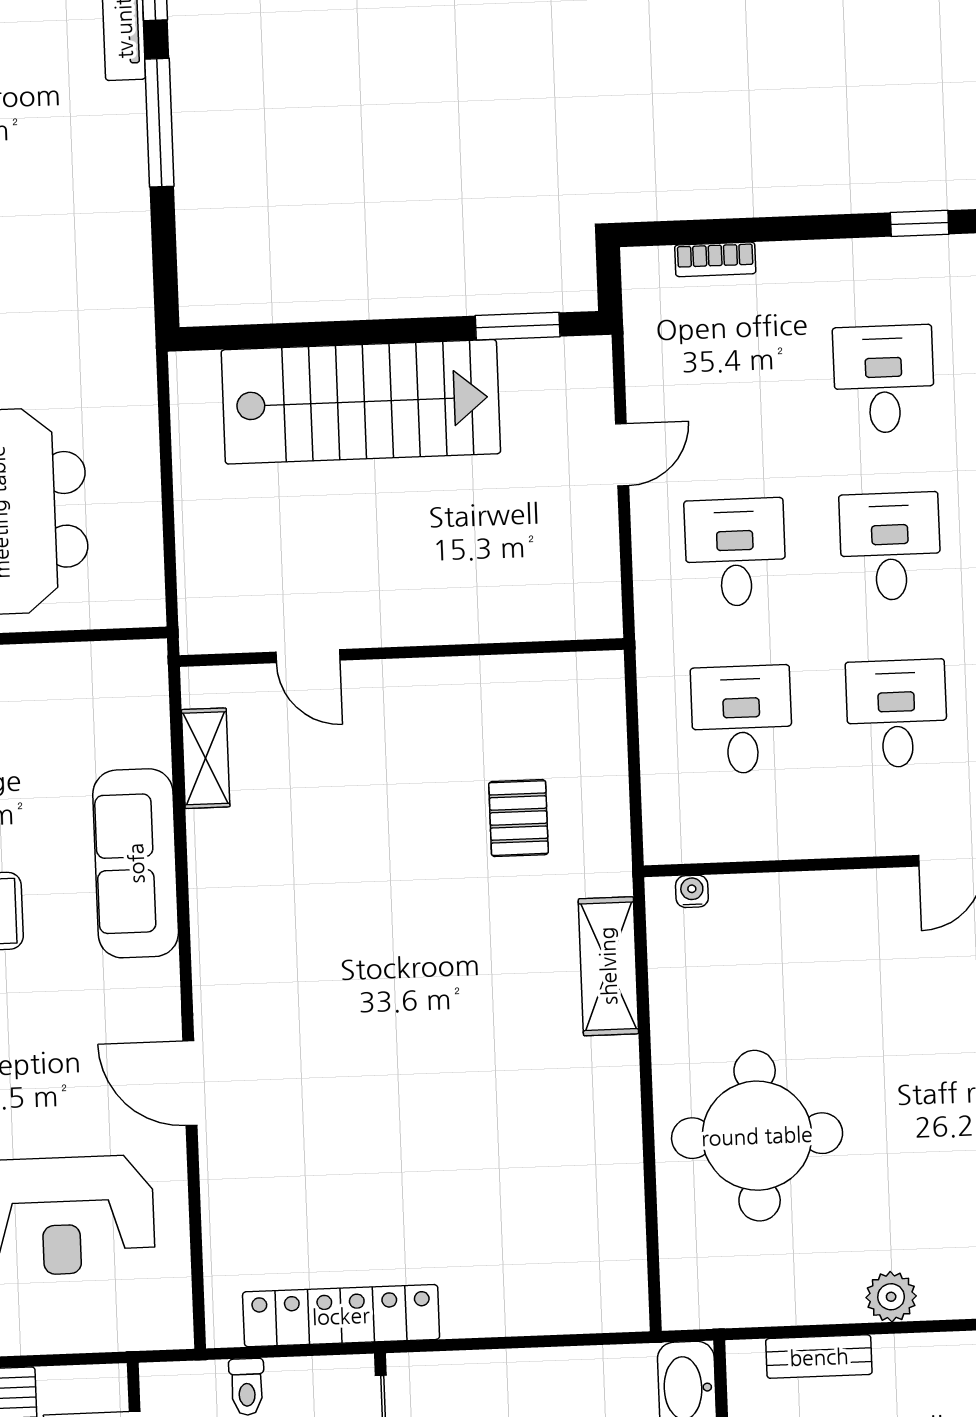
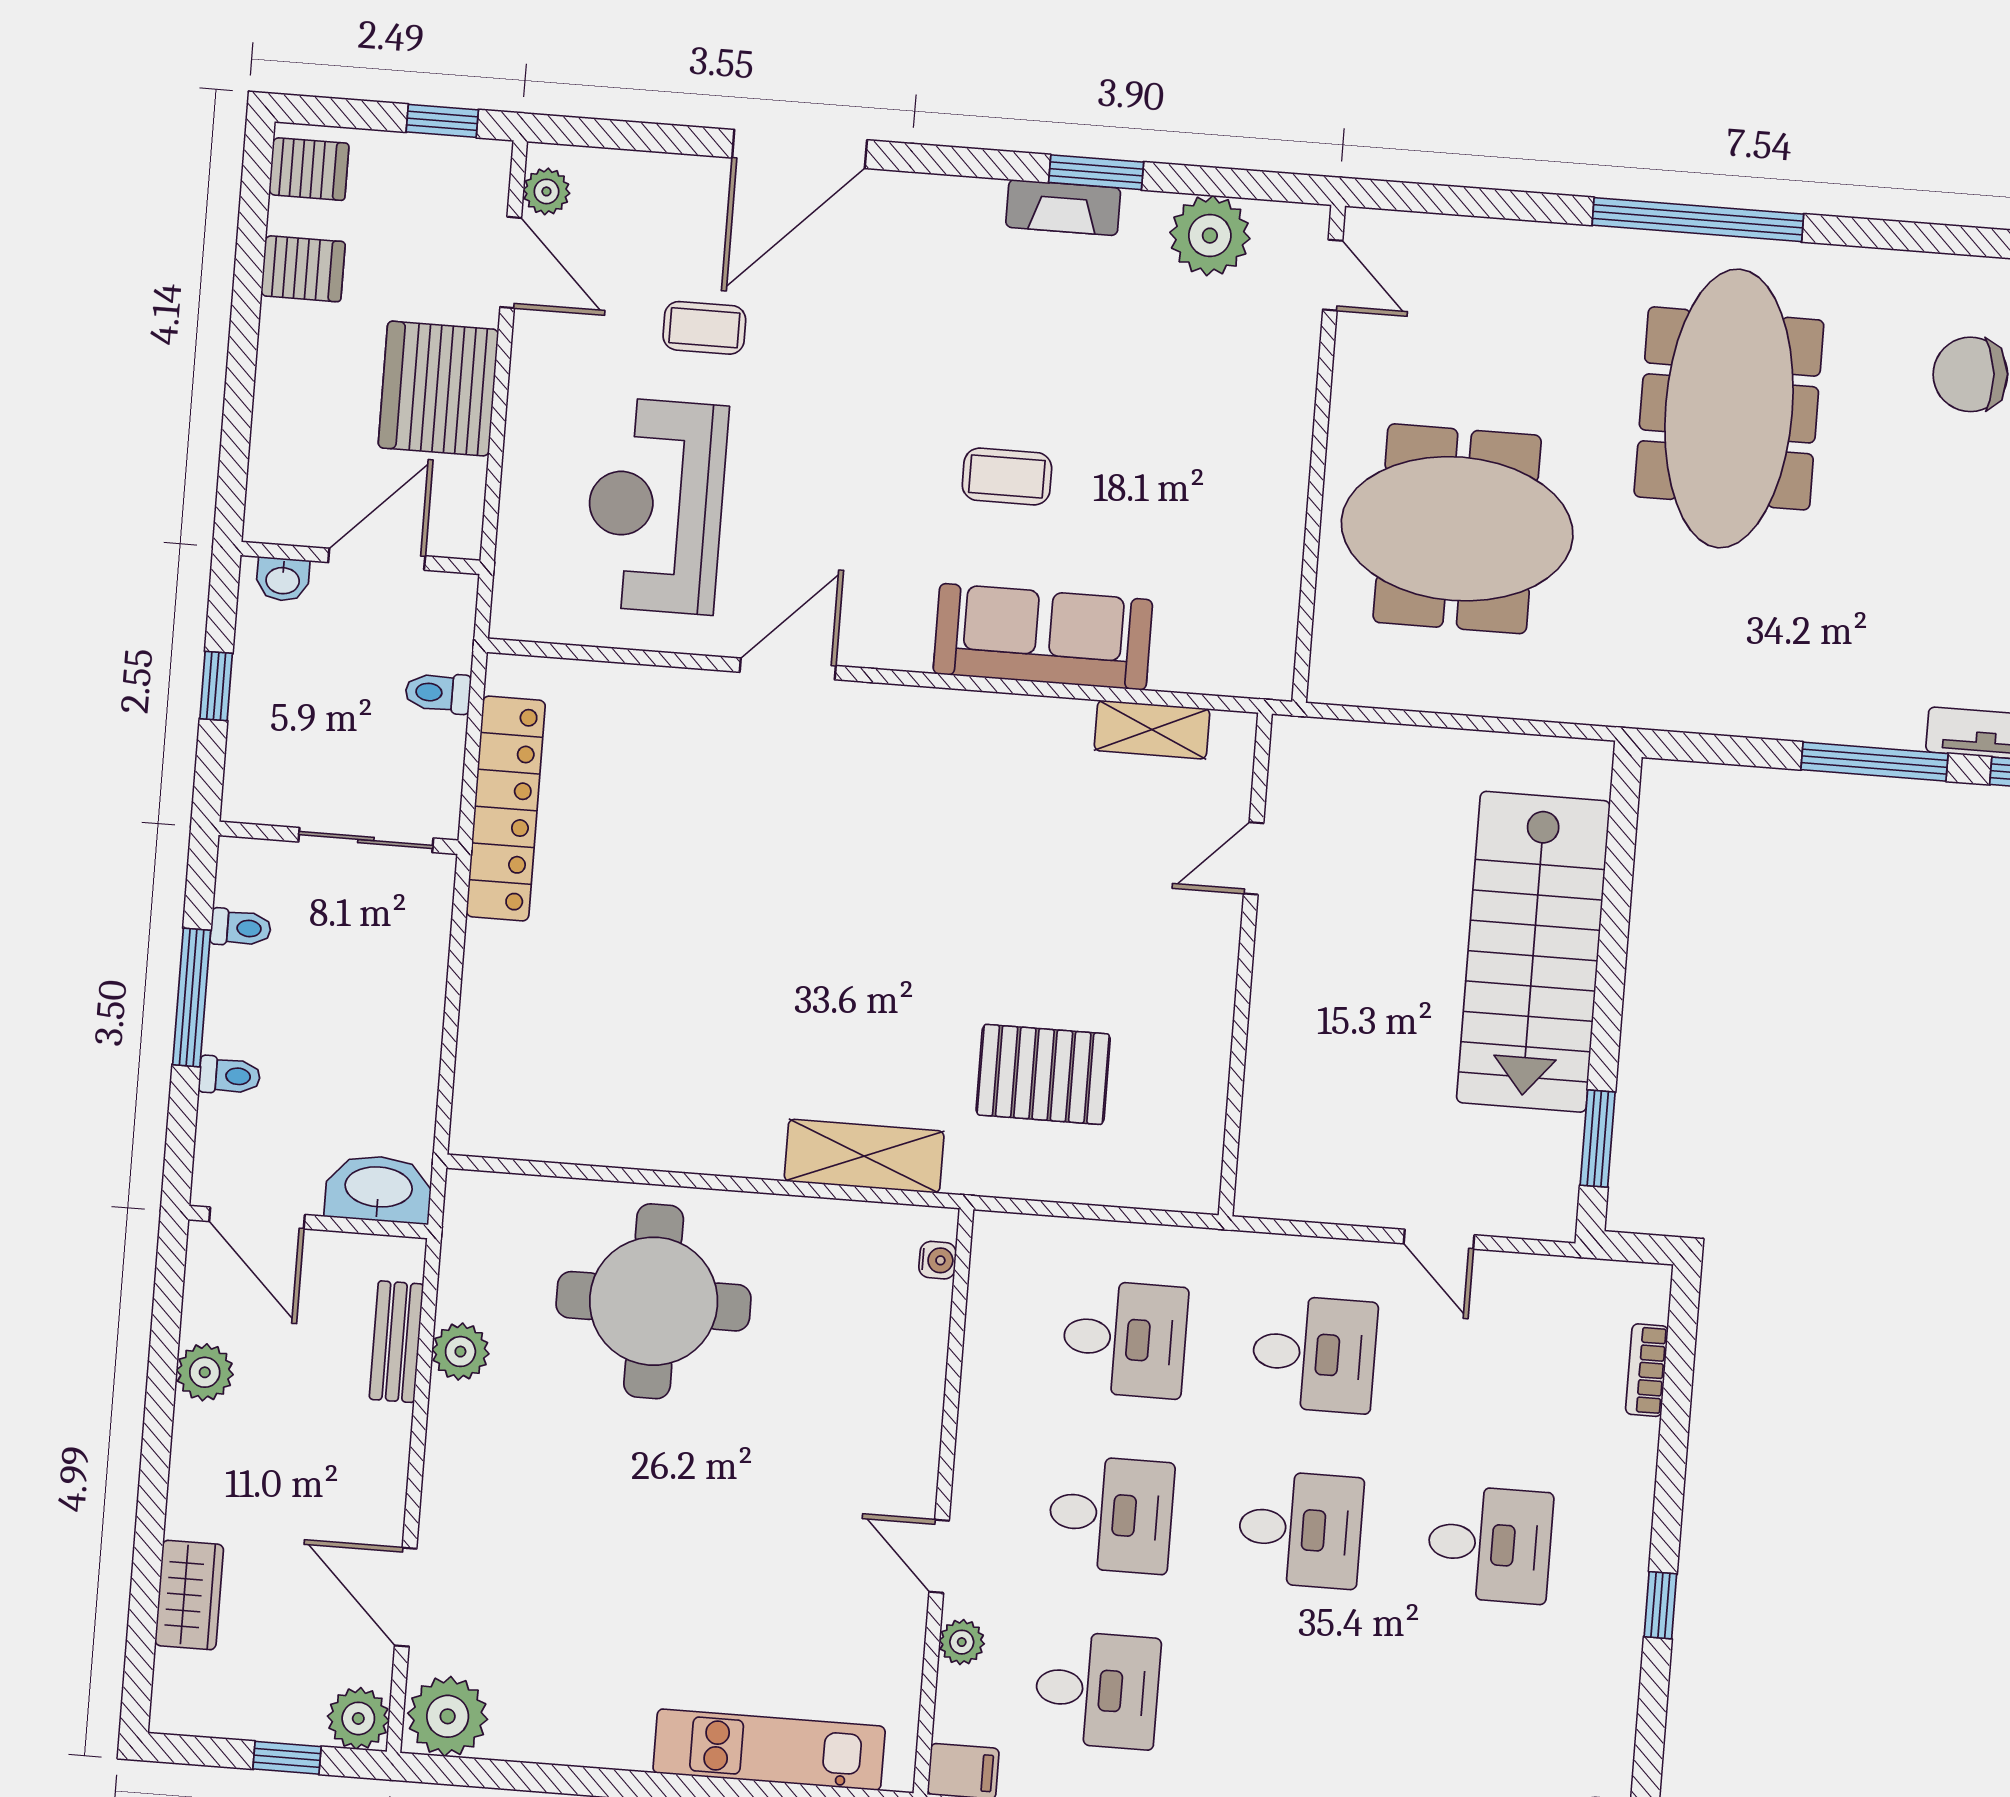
pallet: (519, 818) -> (1043, 1074), width x1.50, depth x1.42
plant: (891, 1297) -> (460, 1352), moved

